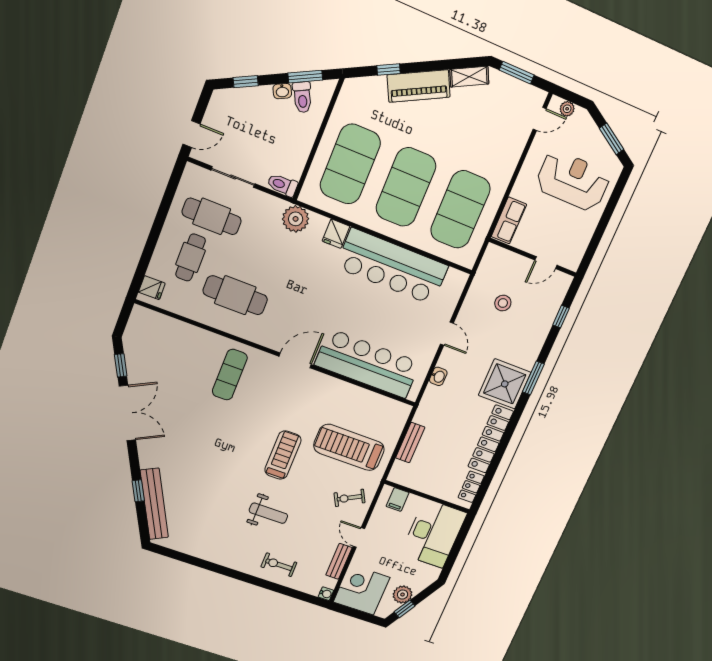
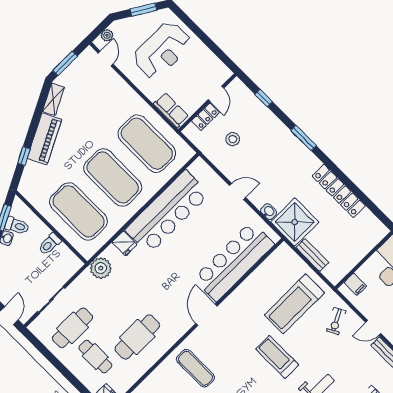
reception desk: (573, 181) -> (162, 50), turned 180
toilet: (282, 185) -> (49, 244), moved
shower: (505, 384) -> (295, 222), moved
locker: (471, 487) -> (205, 117), moved, turned -90

